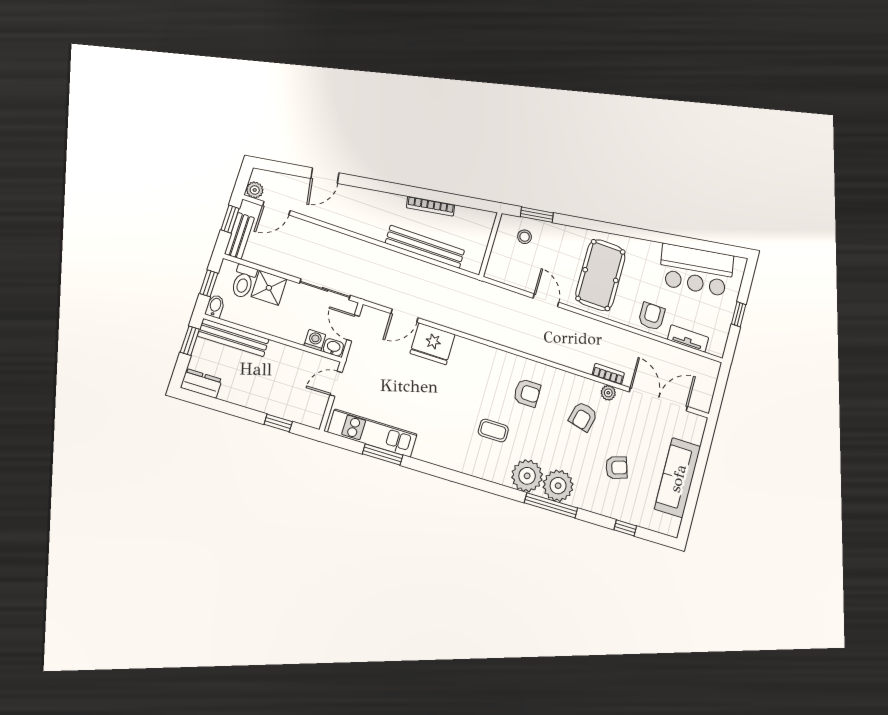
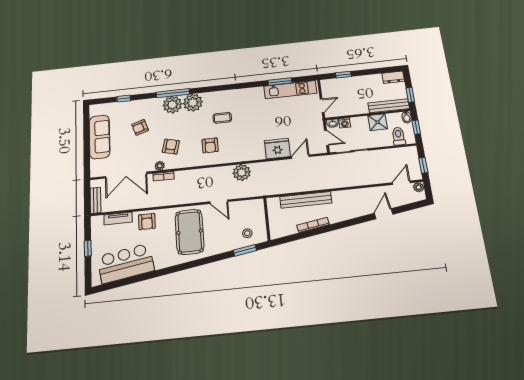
bench: (239, 236) -> (96, 200), moved
shower: (269, 288) -> (378, 122), moved
plant: (498, 330) -> (242, 172), added
armchair: (527, 393) -> (210, 145), turned -90

